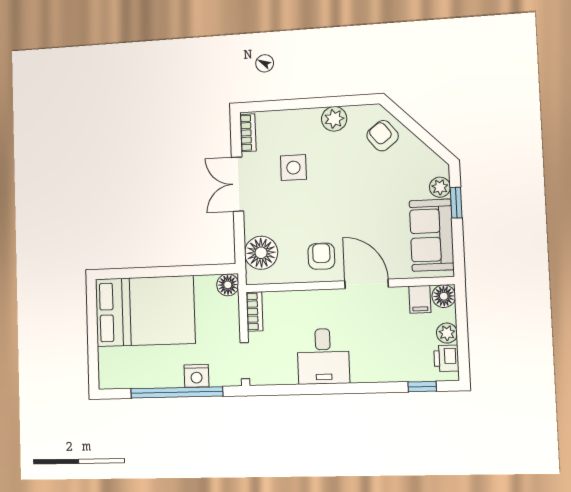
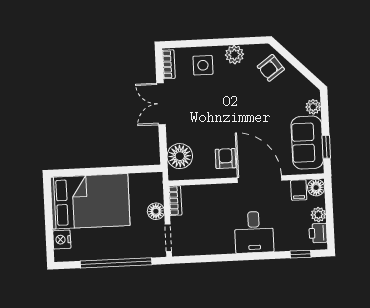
armchair: (383, 136) -> (271, 68), turned -88
side table: (293, 168) -> (203, 65), moved
window: (456, 203) -> (326, 147), moved
door: (367, 284) -> (259, 179), width x1.36
floor lamp: (228, 285) -> (156, 211), moved
desk: (323, 356) -> (254, 232), moved
nightstand: (196, 376) -> (62, 240), moved, turned 90

